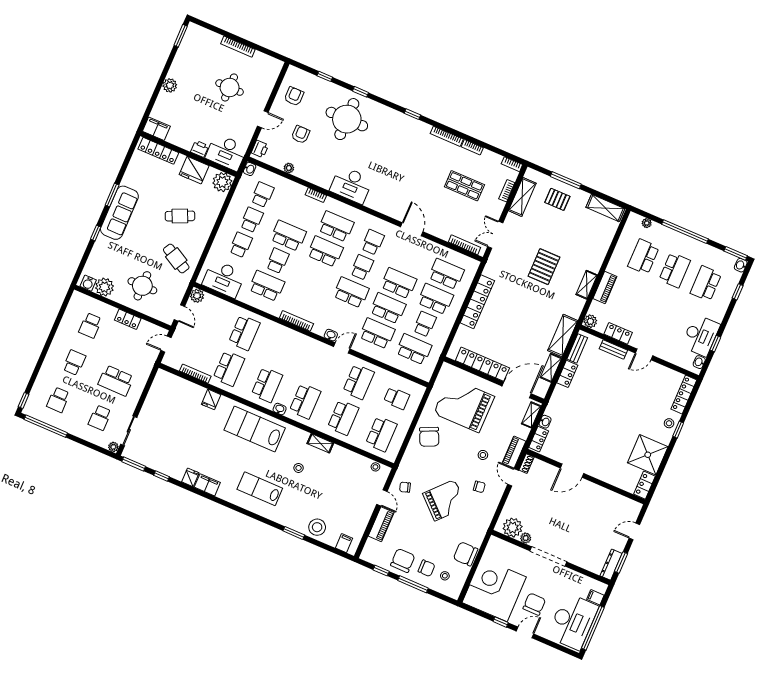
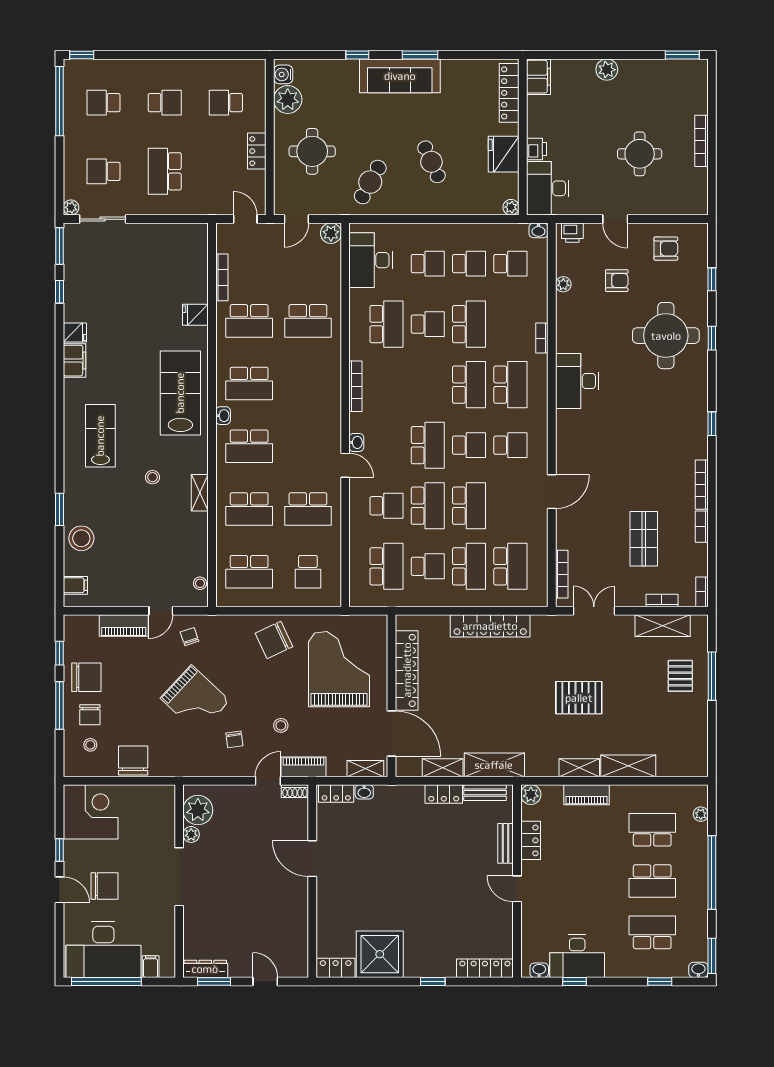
plant: (222, 182) -> (511, 207), width x0.53, depth x0.53
shelving: (605, 208) -> (628, 766), moved, turned 90
school desk: (377, 333) -> (386, 506), width x0.54
stool: (669, 423) -> (436, 965), removed
corner desk: (494, 590) -> (91, 812), width x0.74, depth x0.74

